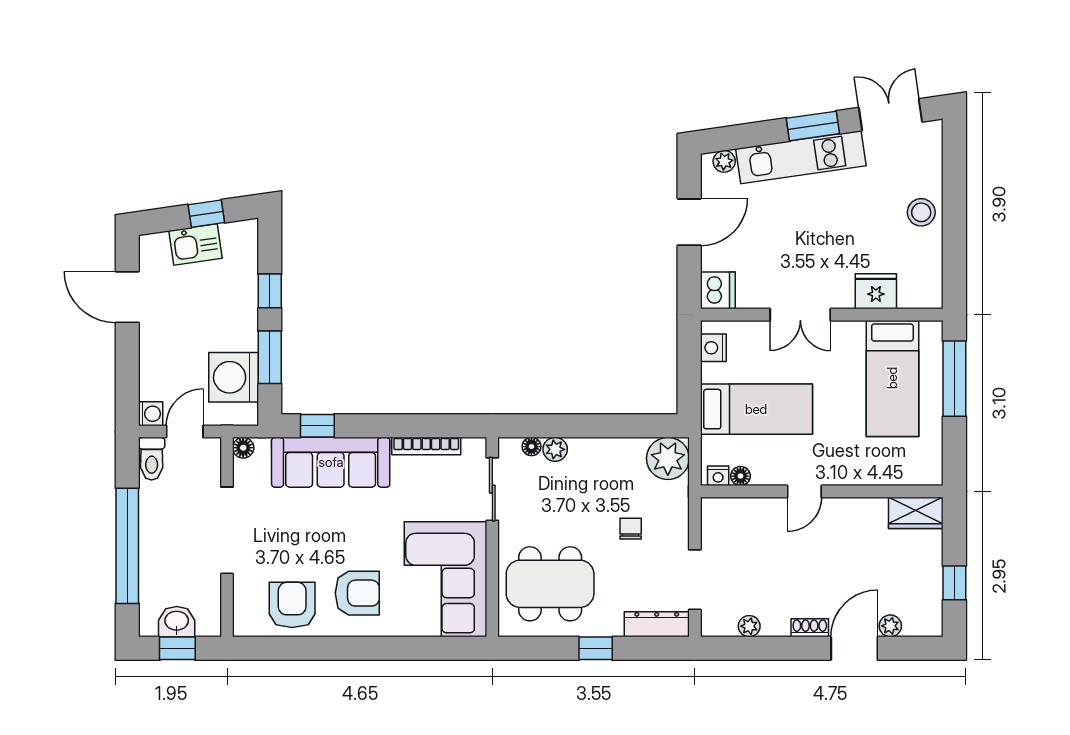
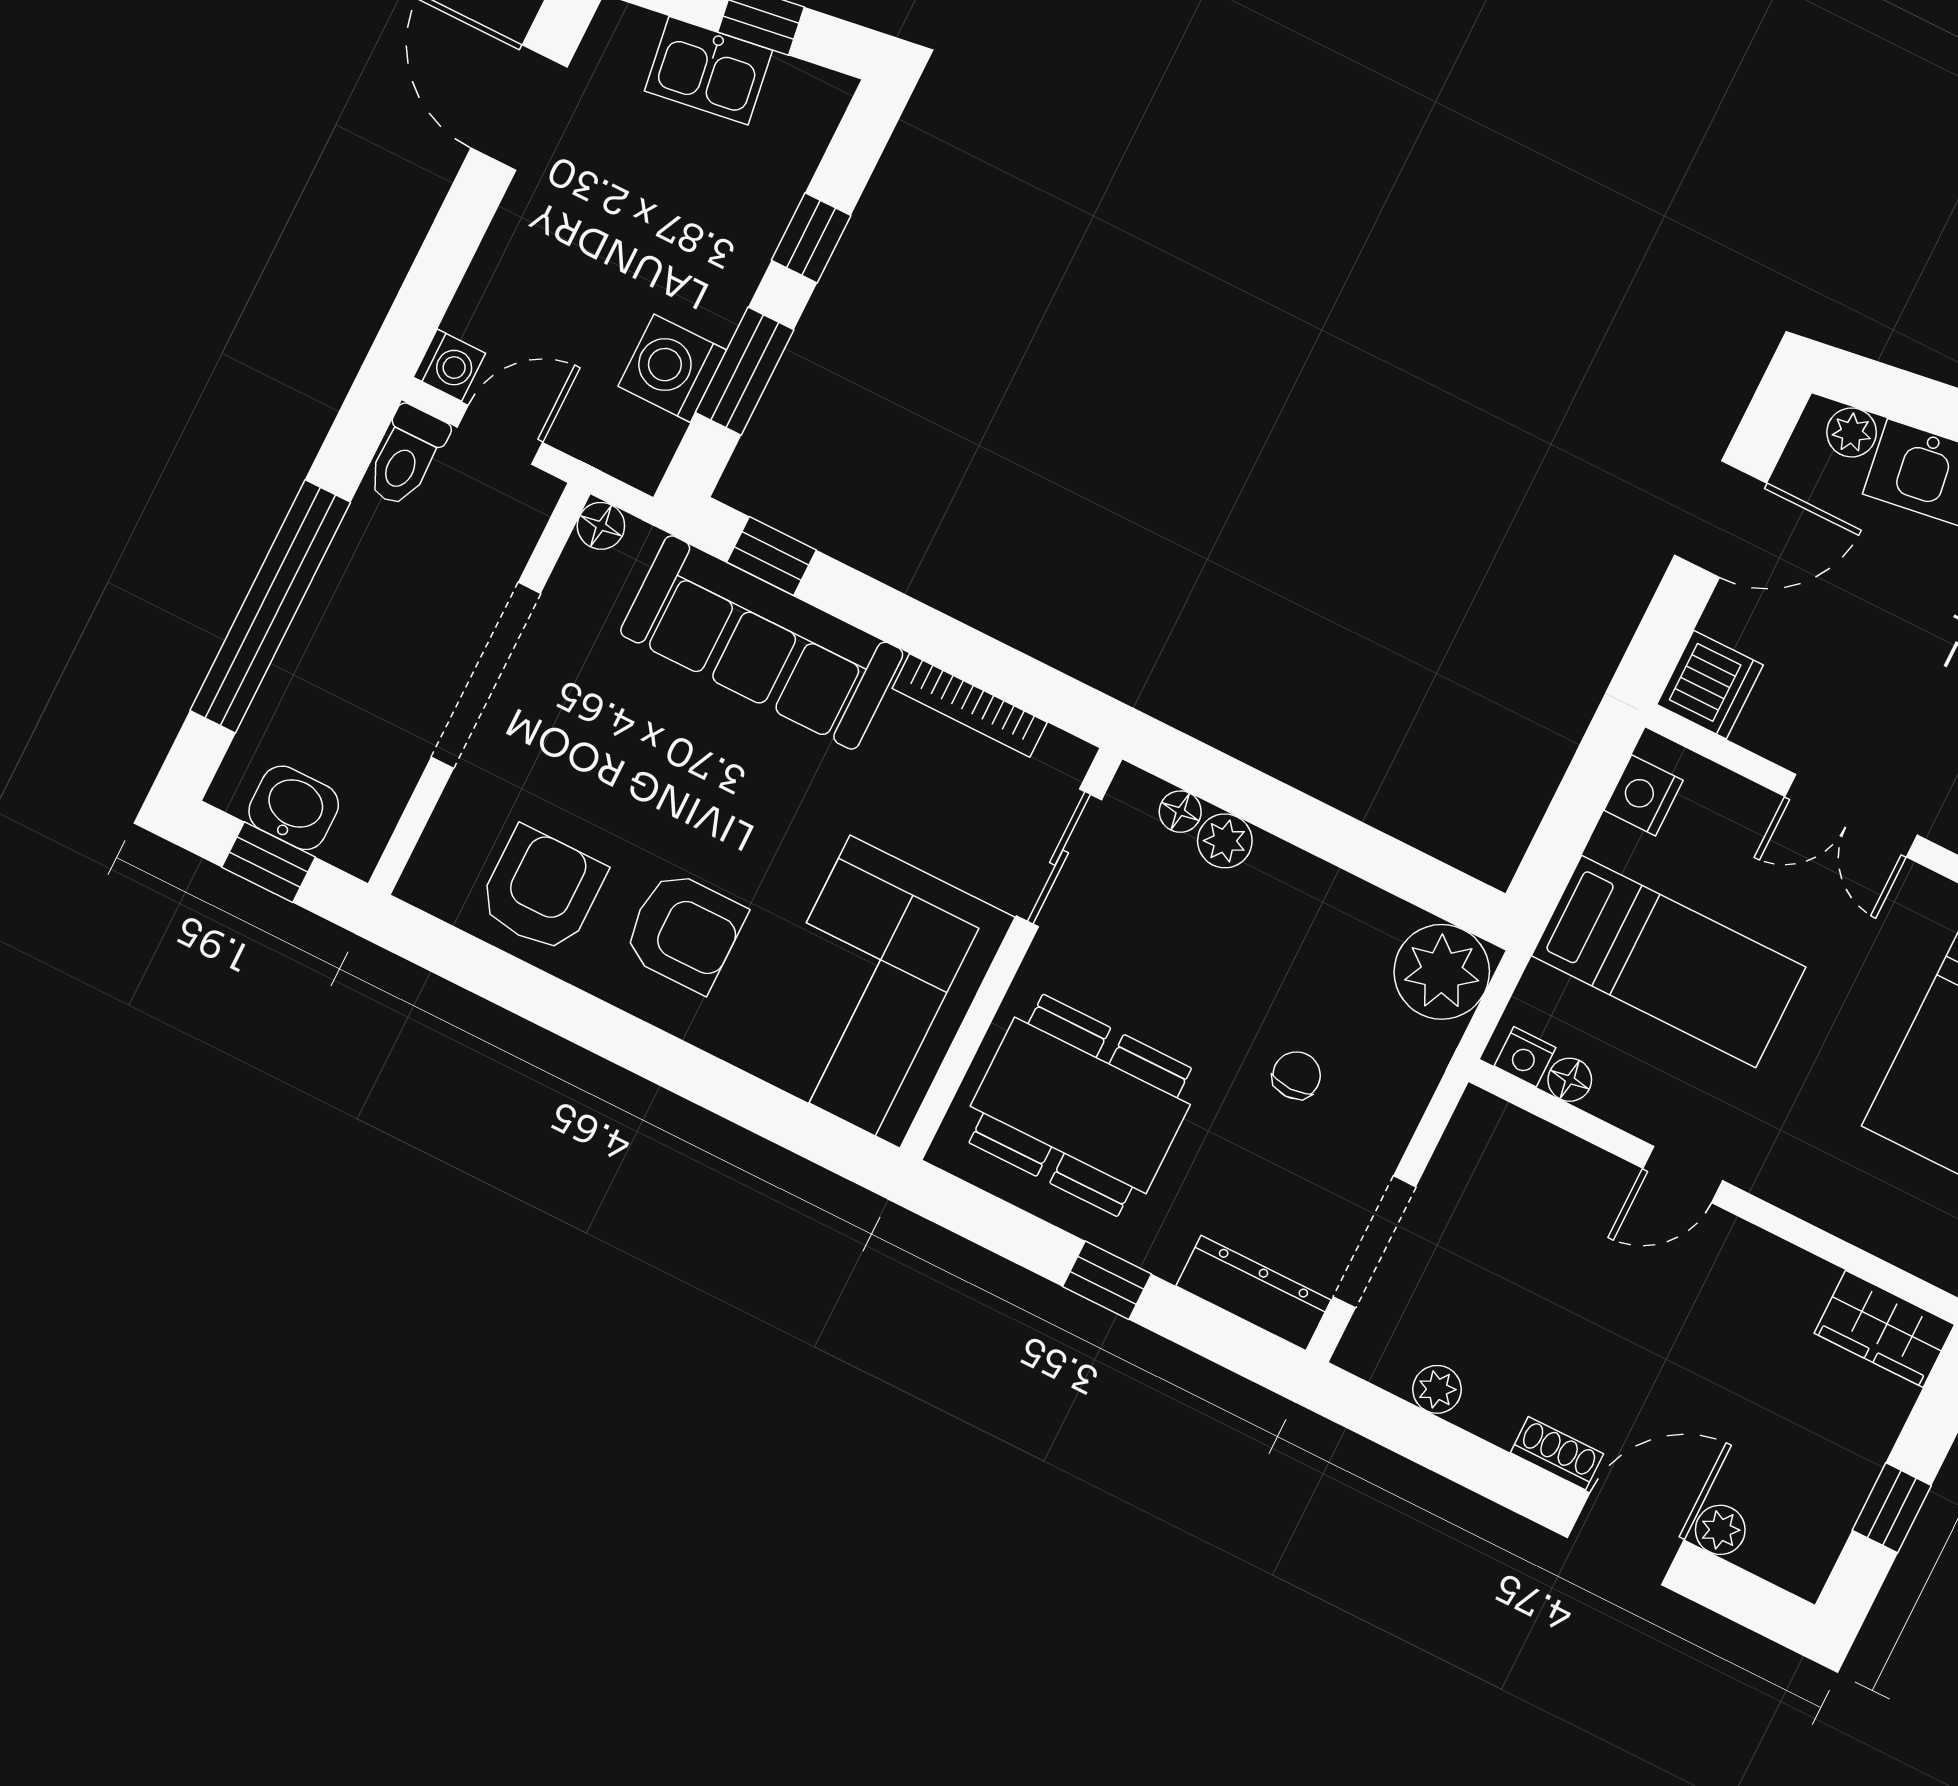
washing machine: (234, 377) -> (672, 368), width x0.73, depth x0.73

